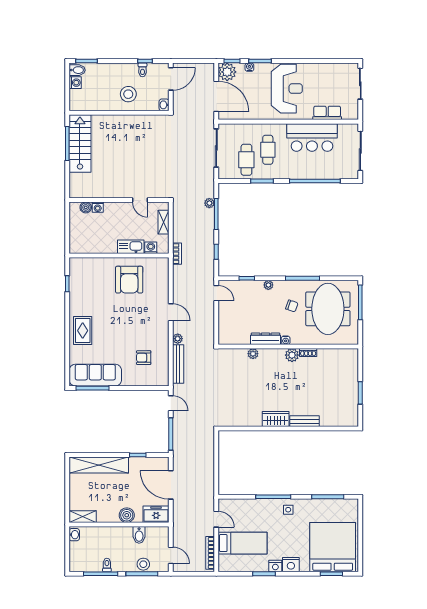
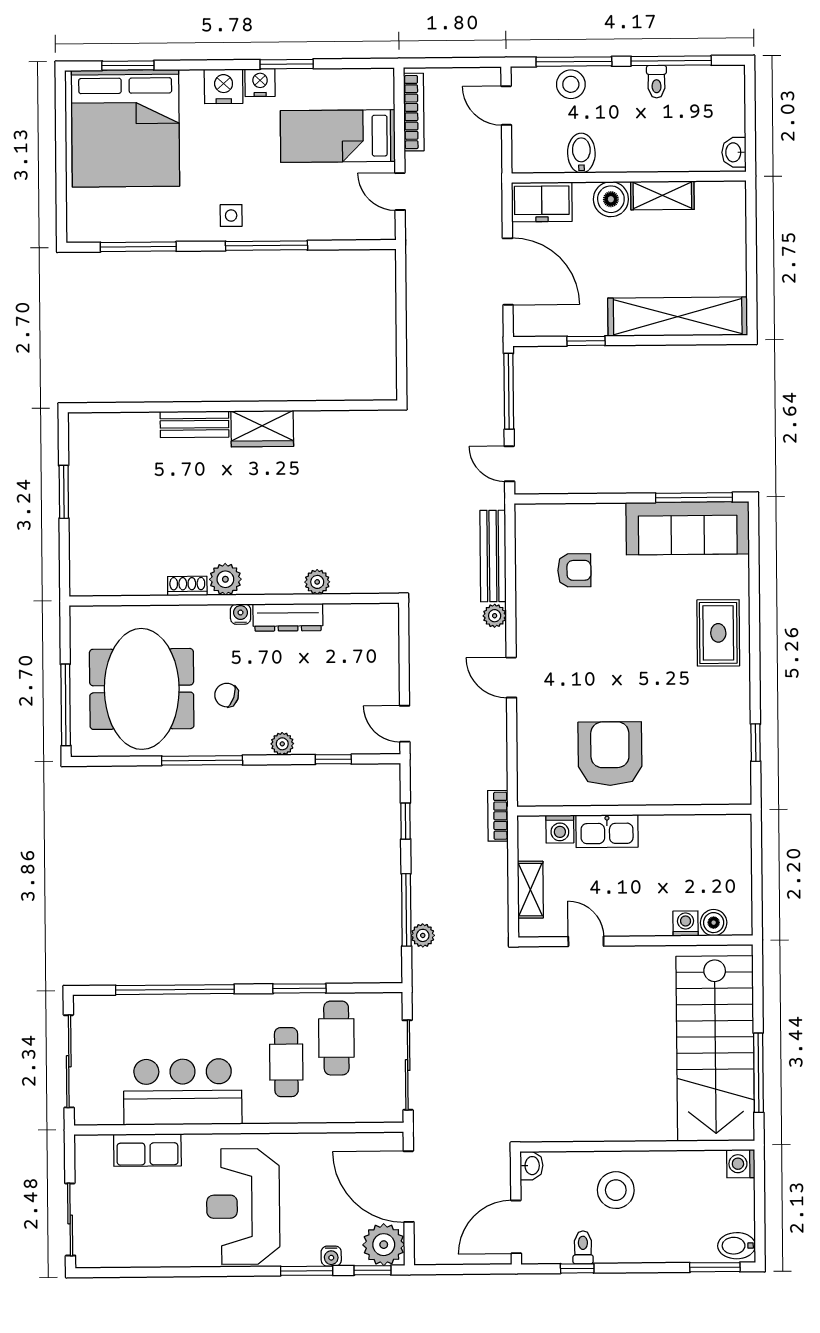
washing machine: (75, 83) -> (741, 1164), moved
stairs: (80, 143) -> (715, 1048), width x1.36, depth x1.51
shelving: (83, 517) -> (662, 195), moved

